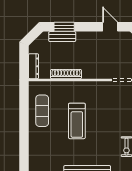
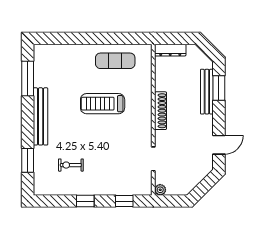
bench: (62, 37) -> (207, 92), width x1.36
shoe rack: (66, 74) -> (161, 111), moved

